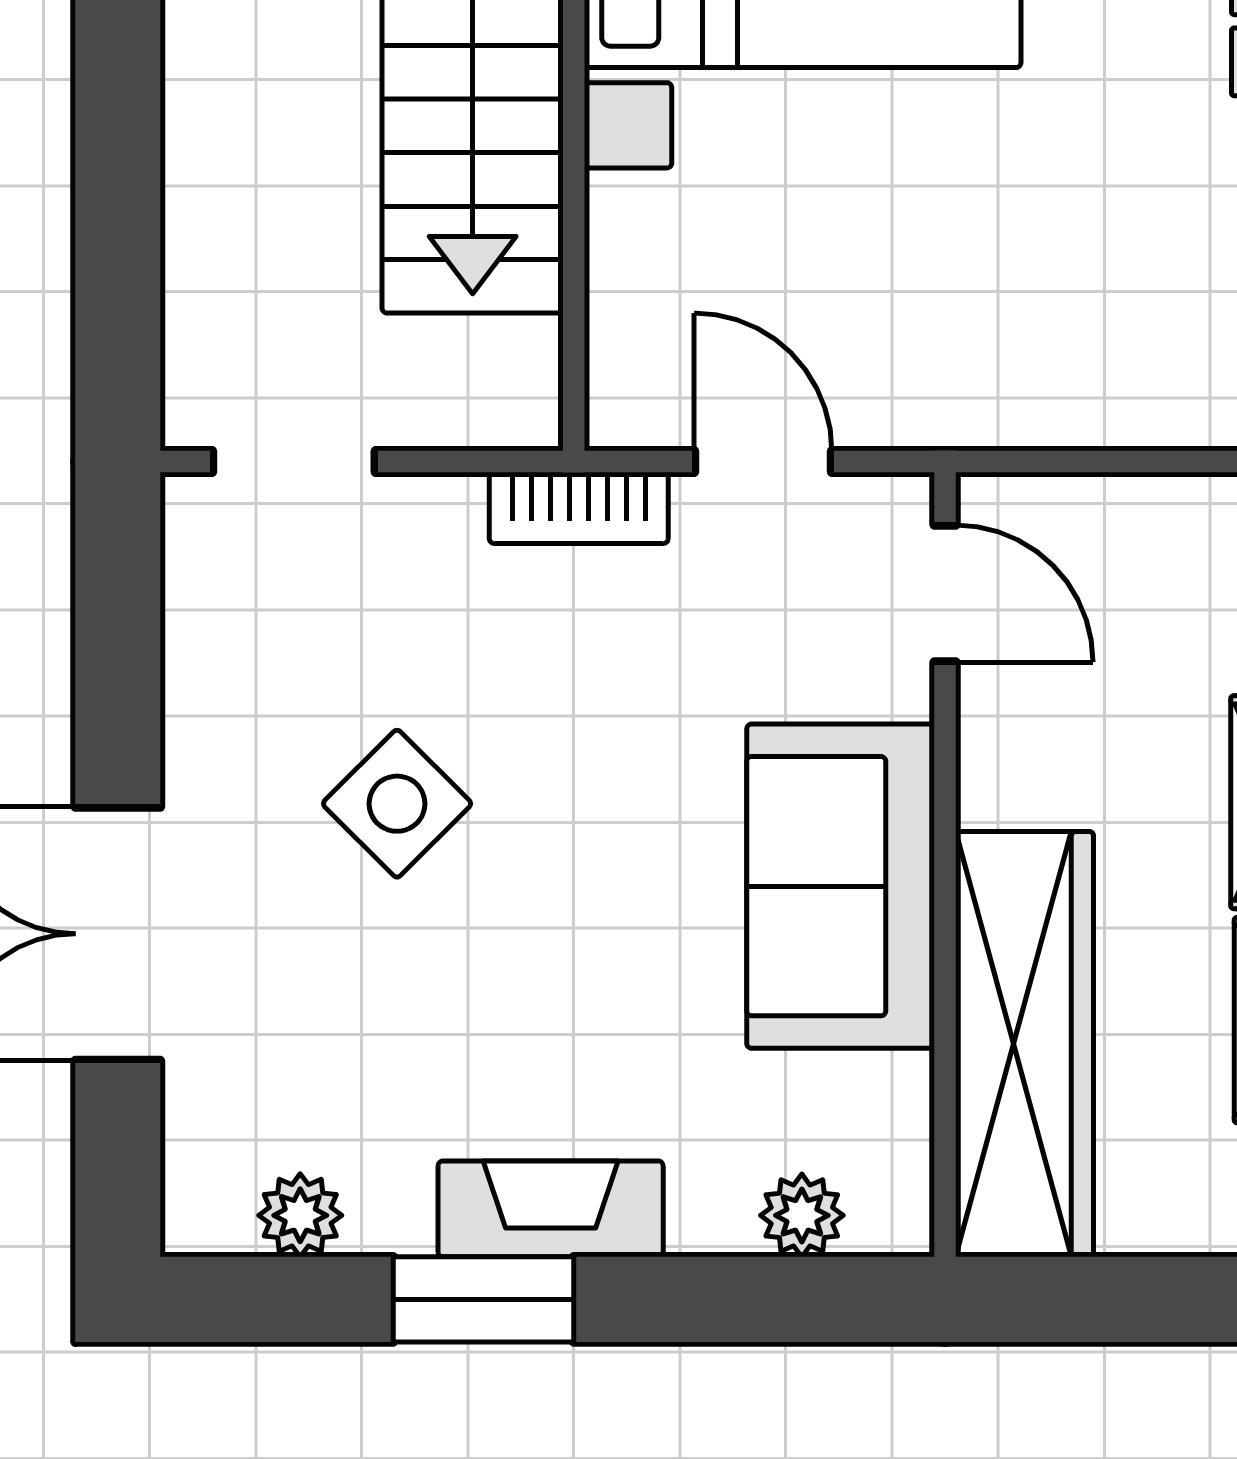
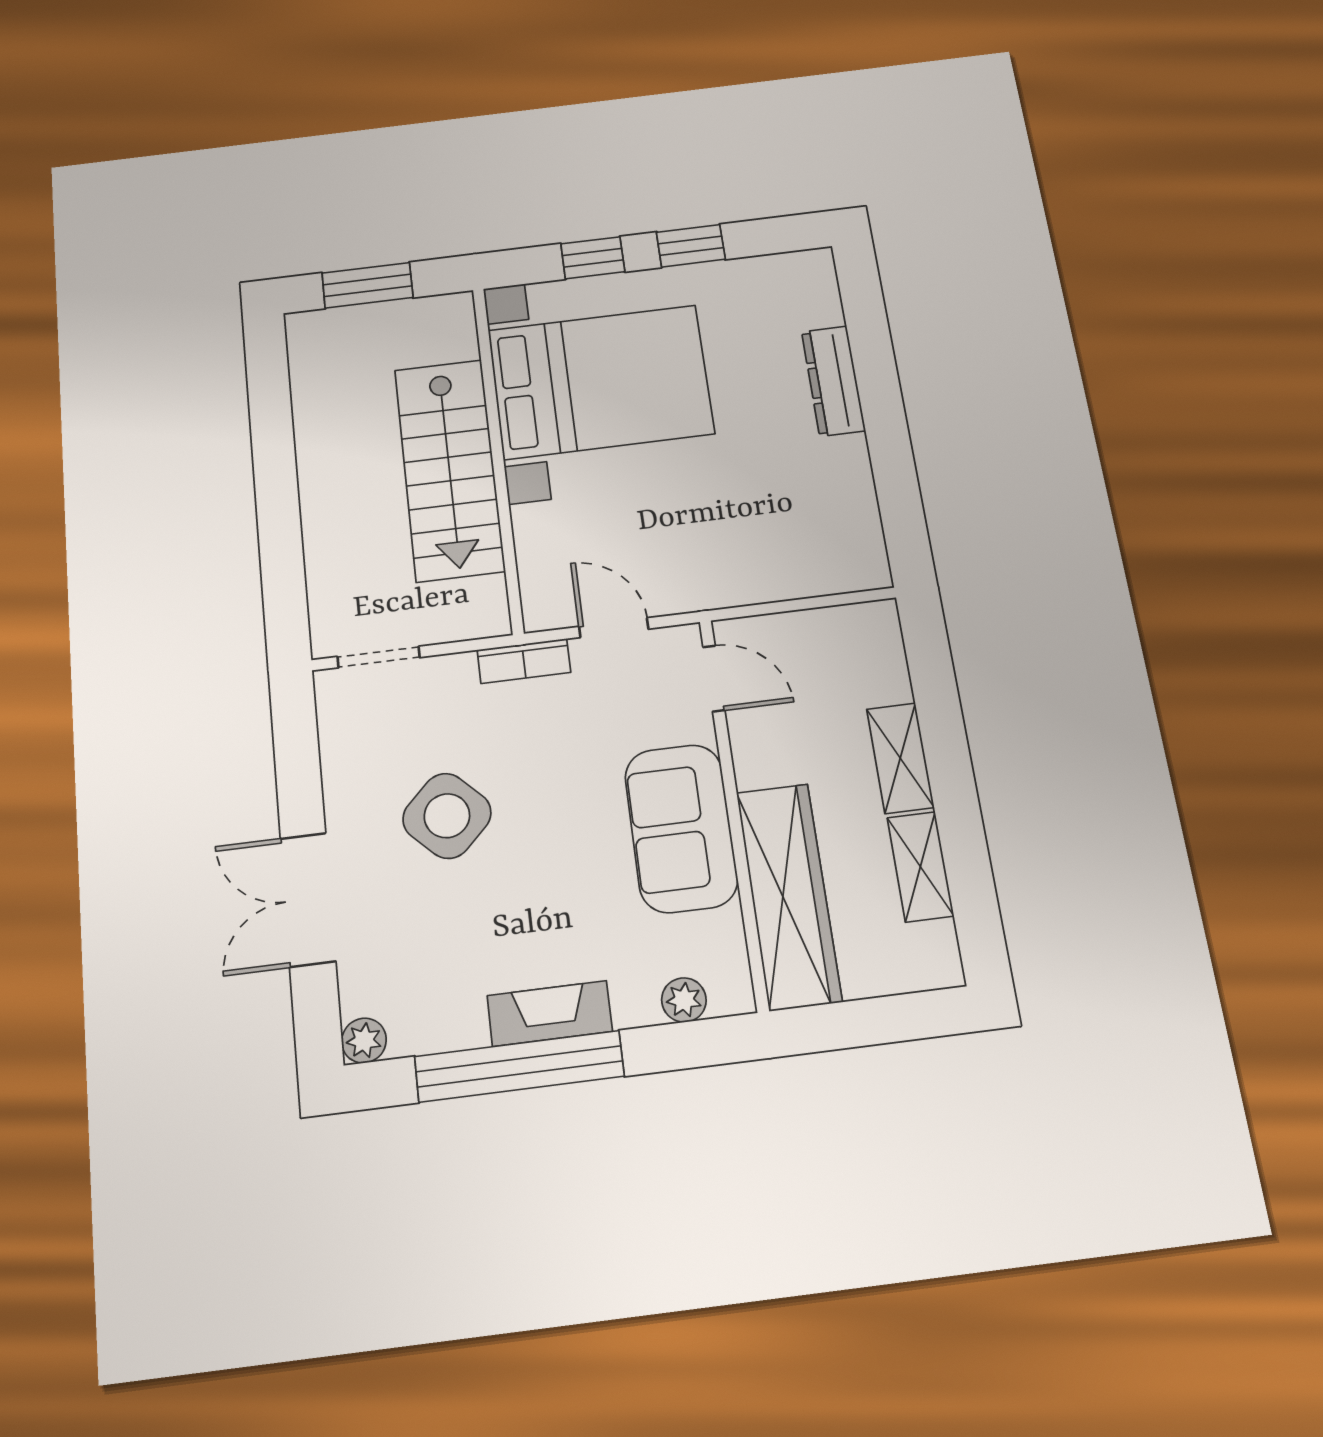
side table: (397, 804) -> (447, 816), width x1.37, depth x1.37
plant: (300, 1215) -> (364, 1041), moved
window: (484, 1299) -> (519, 1066), width x2.11

